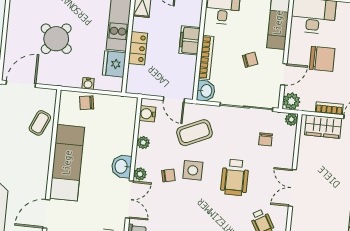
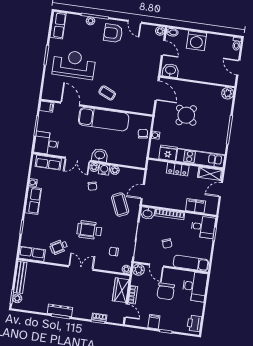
filing cabinet: (190, 40) -> (196, 206), moved
water cooler: (147, 114) -> (104, 170), moved
coffee table: (40, 123) -> (107, 93), moved
side table: (193, 170) -> (95, 202), removed

